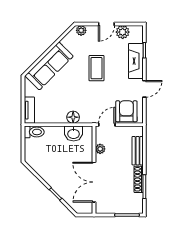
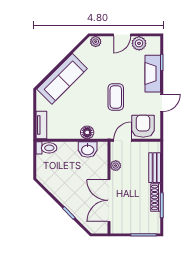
coffee table: (96, 68) -> (116, 97), moved

